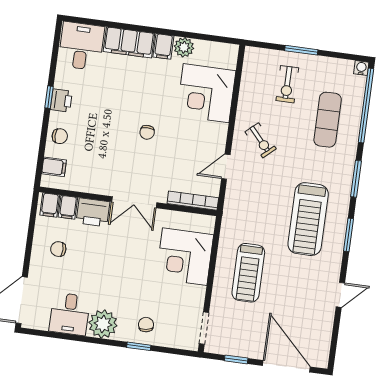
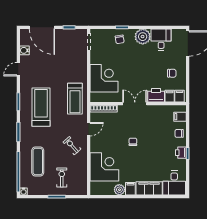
treadmill: (248, 273) -> (75, 99), moved, turned 180
water cooler: (324, 328) -> (24, 50), added

